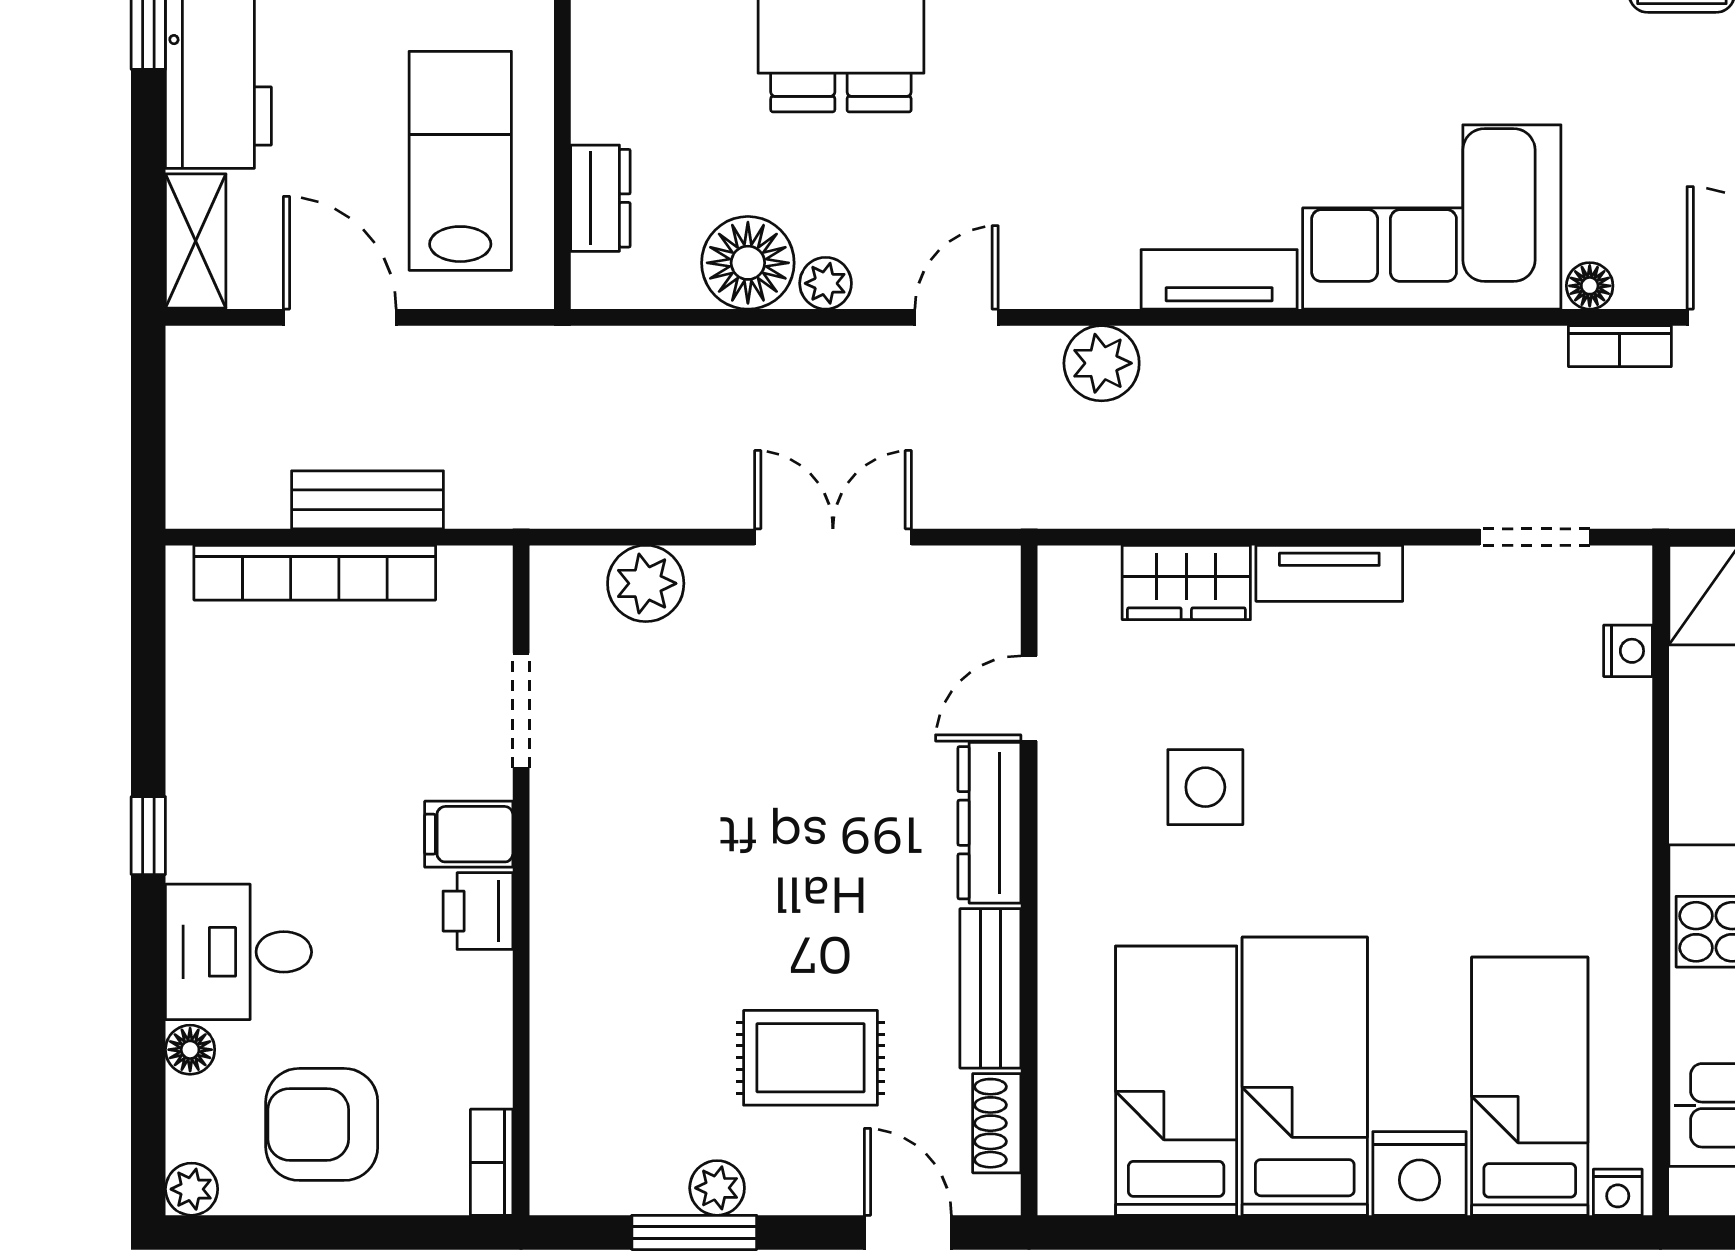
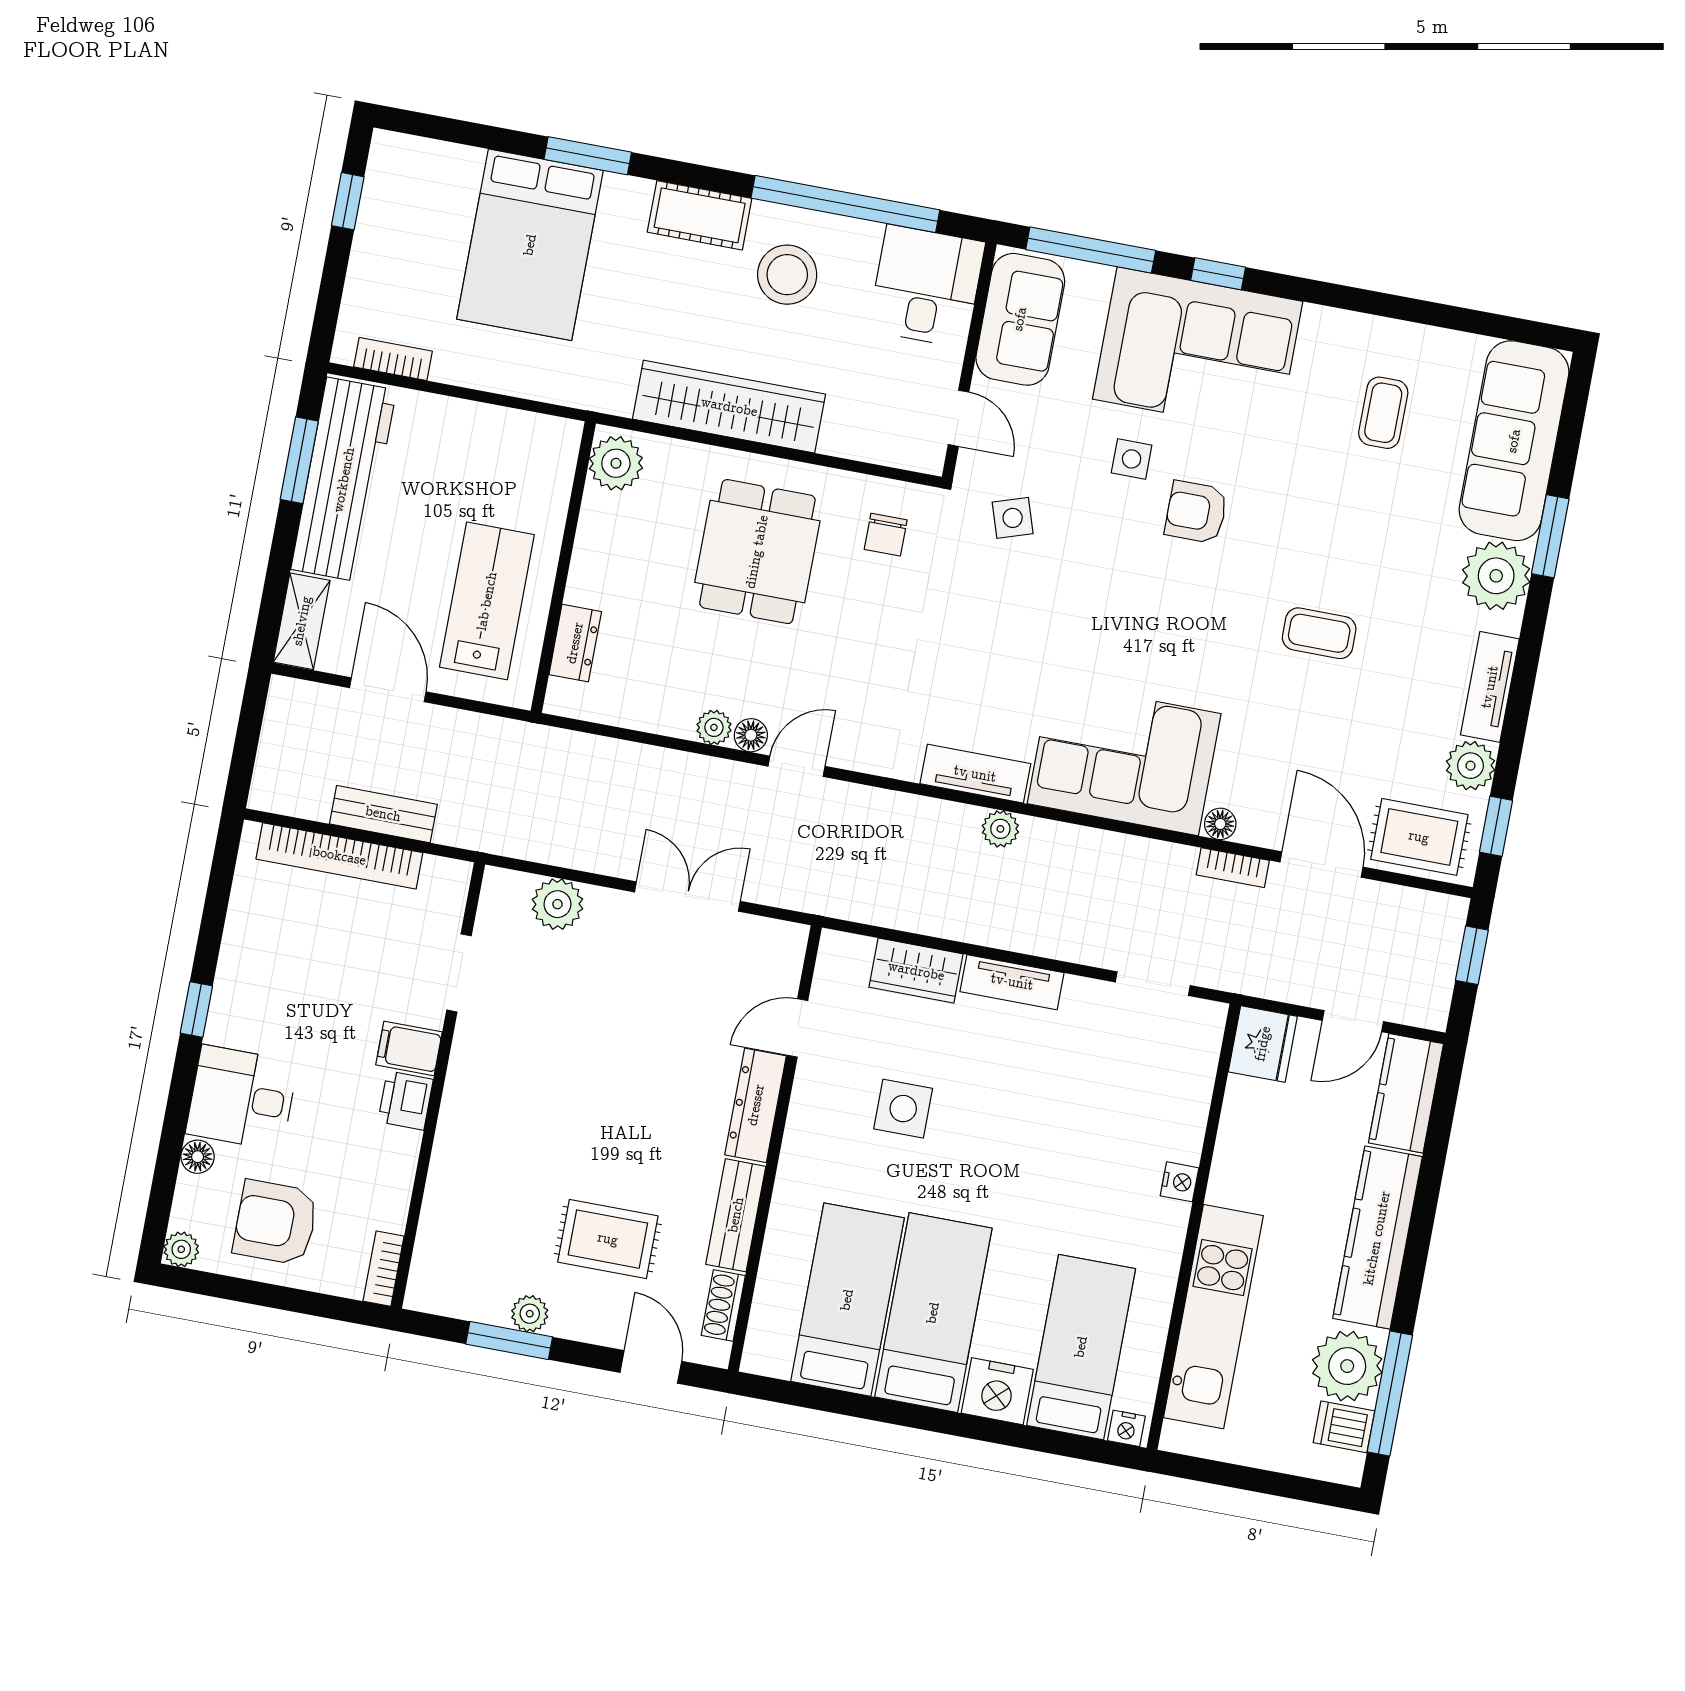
floor lamp: (748, 263) -> (751, 735), moved, width x0.53, depth x0.53
plant: (1102, 363) -> (1000, 829), moved, width x0.73, depth x0.73
nightstand: (1628, 651) -> (1180, 1182), moved

